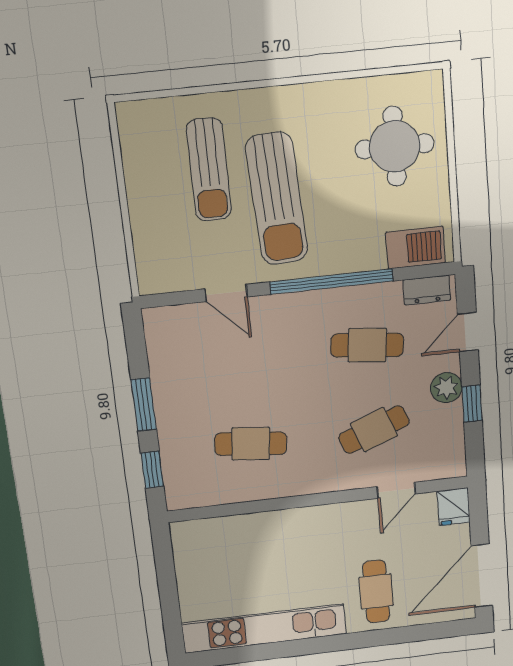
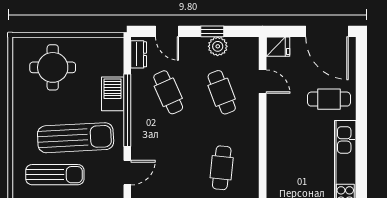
barbecue: (415, 248) -> (113, 94), moved
cafe table: (367, 345) -> (168, 92), turned -30
plant: (446, 388) -> (218, 46), moved

